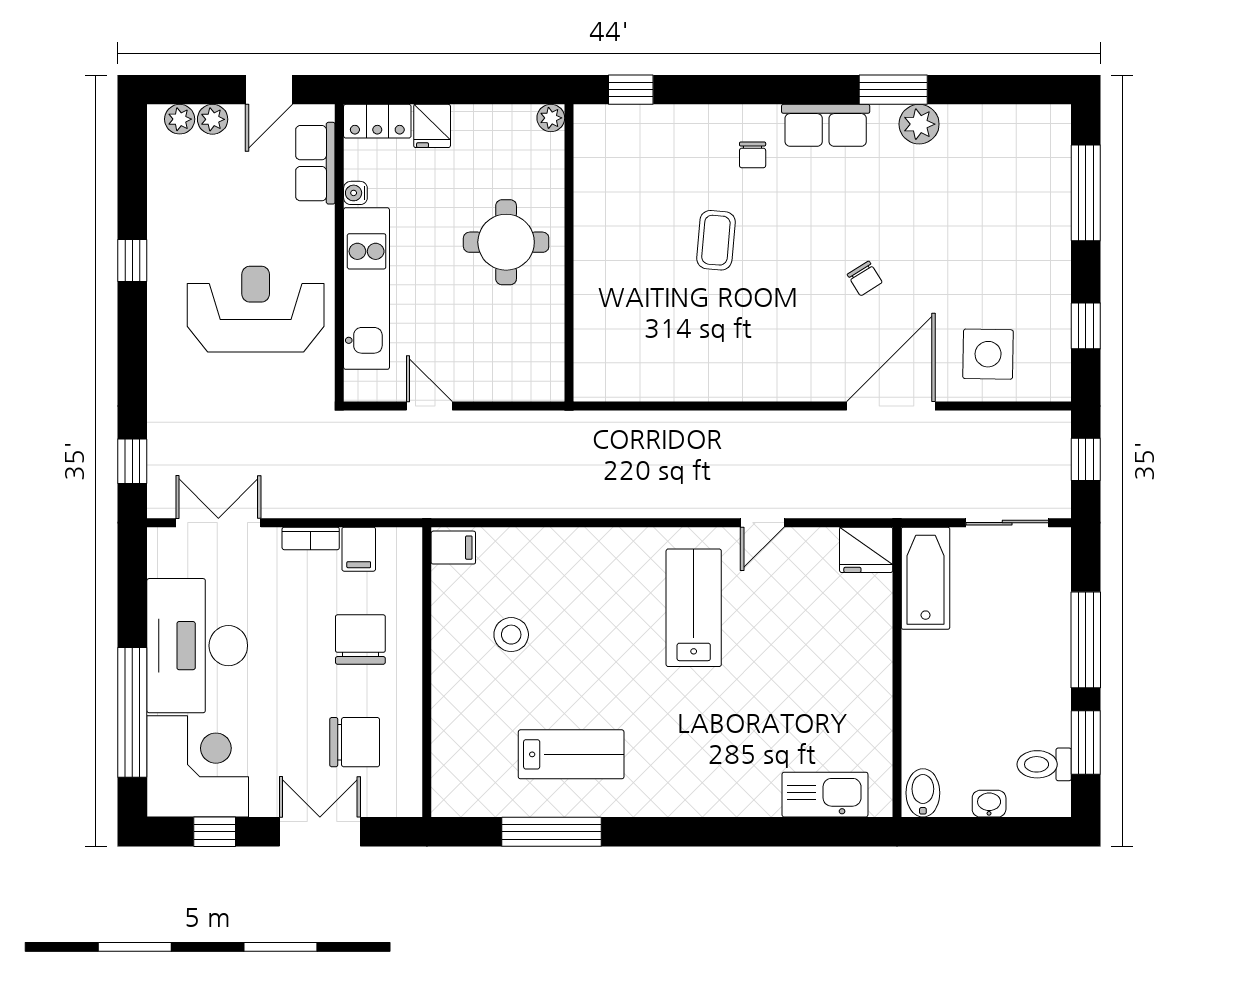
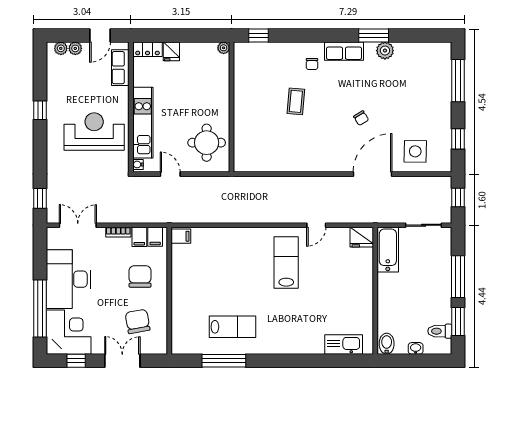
water cooler: (355, 193) -> (138, 164), moved
round table: (506, 242) -> (207, 143), moved
filing cabinet: (395, 549) -> (155, 237), added
stool: (511, 635) -> (206, 274), removed
chair: (355, 742) -> (138, 321), turned -100

